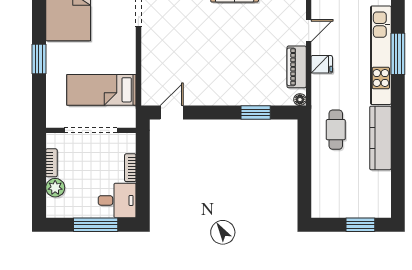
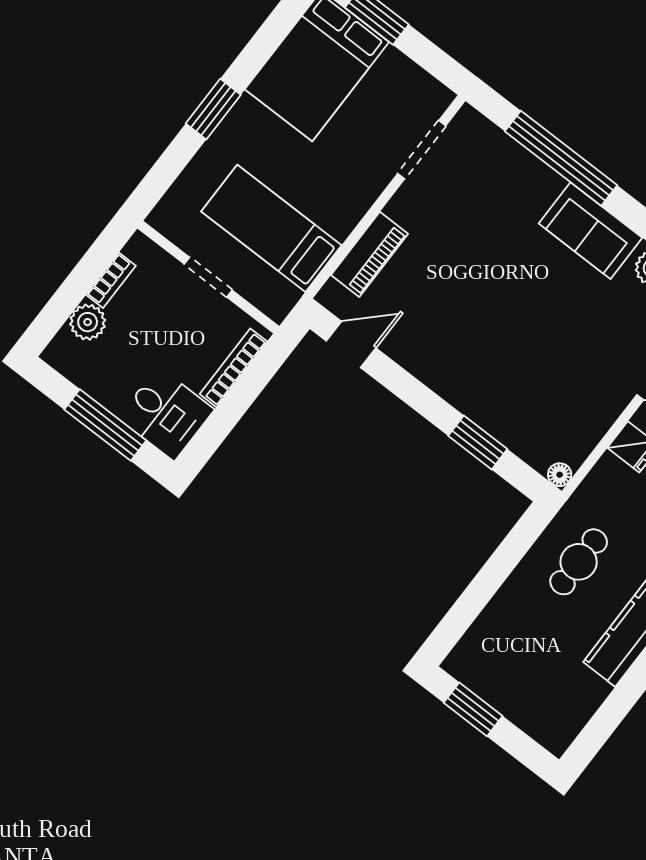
piano: (297, 67) -> (370, 254), moved, turned 180
doorway: (91, 130) -> (208, 277), width x0.53
bookcase: (130, 168) -> (233, 368), width x1.56
window: (360, 225) -> (473, 709), moved

